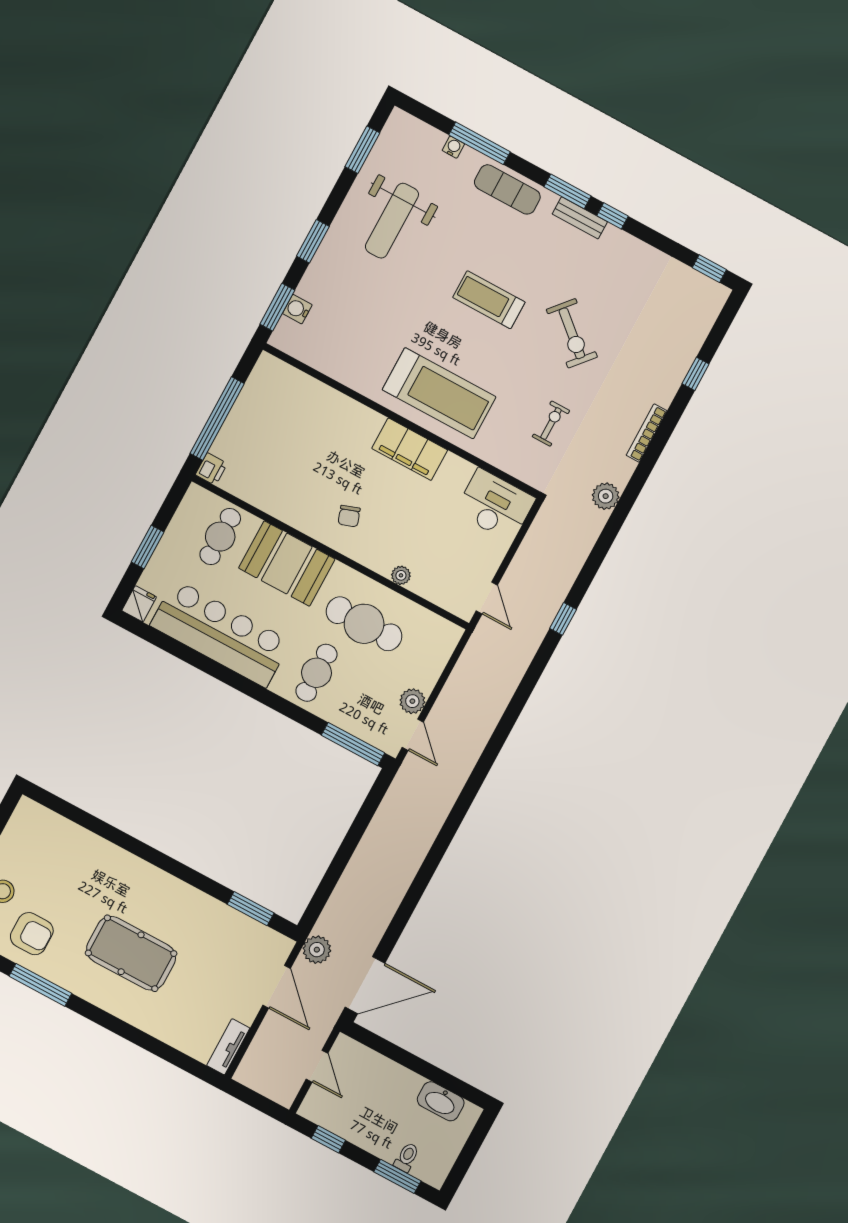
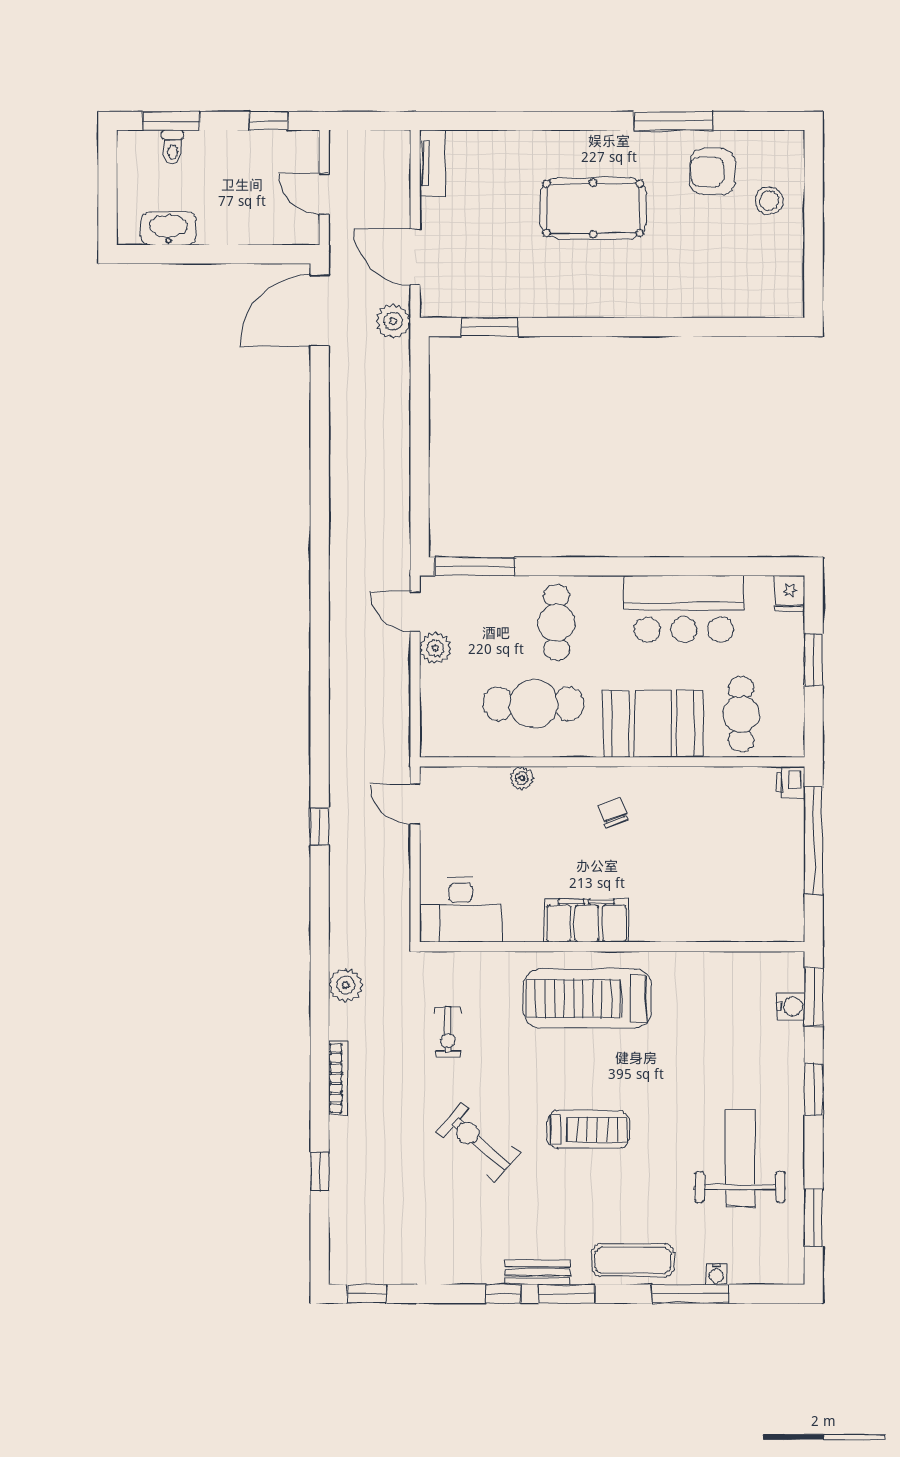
bar counter: (220, 633) -> (684, 609), width x0.73

